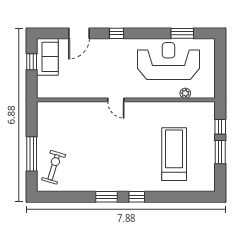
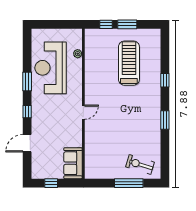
door: (79, 33) -> (27, 143), swing flipped
window: (182, 33) -> (27, 81), moved
sofa: (47, 57) -> (73, 163), moved, turned -90
treadmill: (174, 154) -> (129, 63), turned 90
window: (137, 197) -> (165, 80), moved

